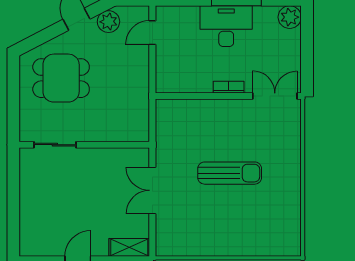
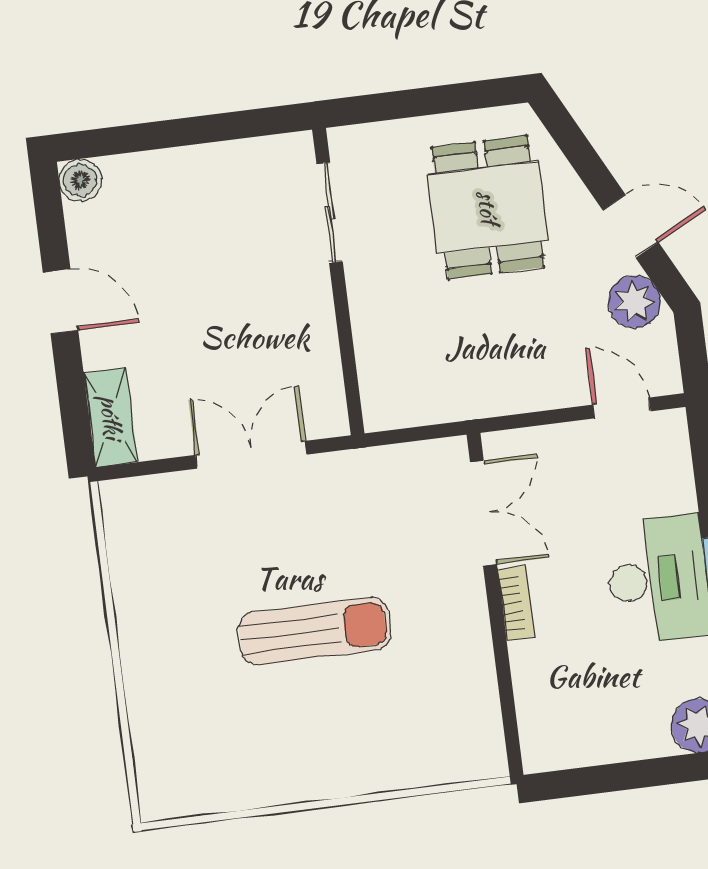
double door: (275, 96) -> (483, 513), moved
sun lounger: (230, 173) -> (315, 631), turned -90
boiler: (28, 248) -> (80, 180), added

